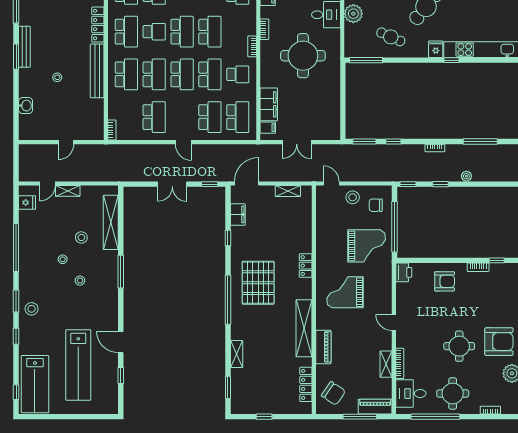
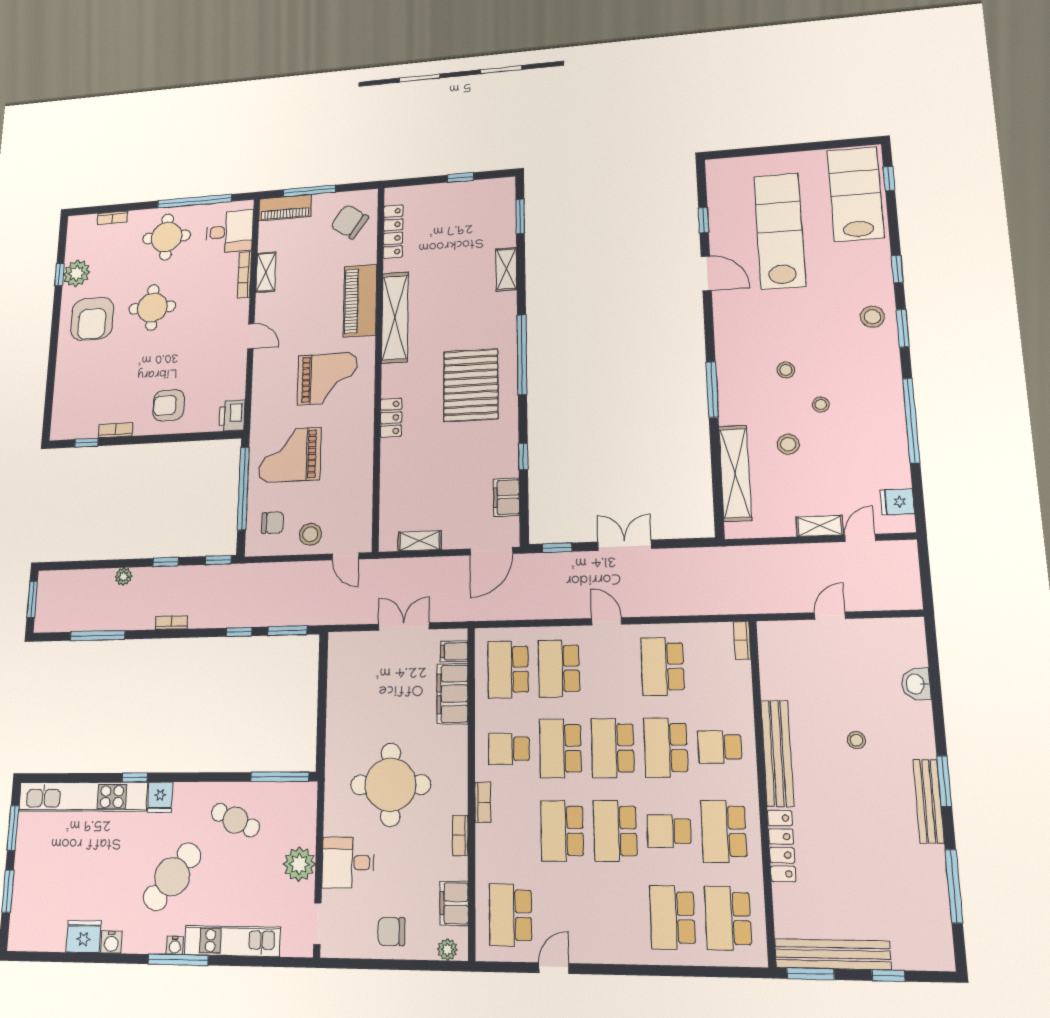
school desk: (126, 74) -> (720, 747), width x0.54
armchair: (499, 342) -> (92, 319), turned -90
piano: (323, 347) -> (360, 301), width x1.37, depth x1.33

